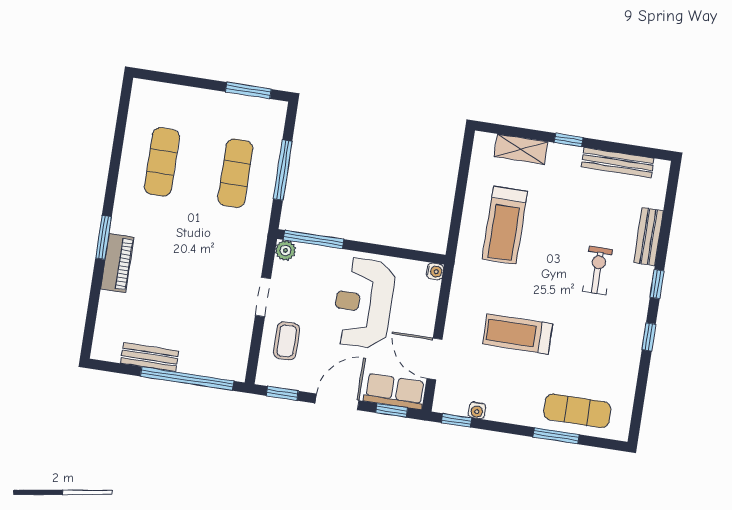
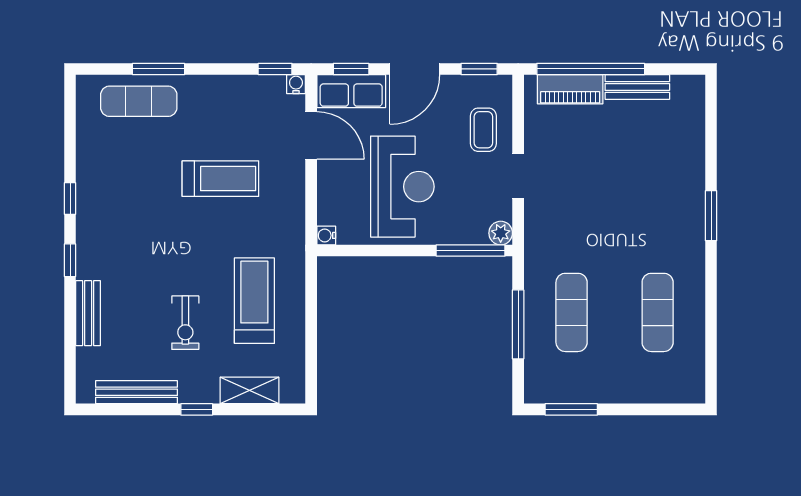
piano: (117, 263) -> (570, 89), moved, turned -90
exercise bike: (598, 270) -> (185, 323), moved
water cooler: (477, 410) -> (296, 84), moved

